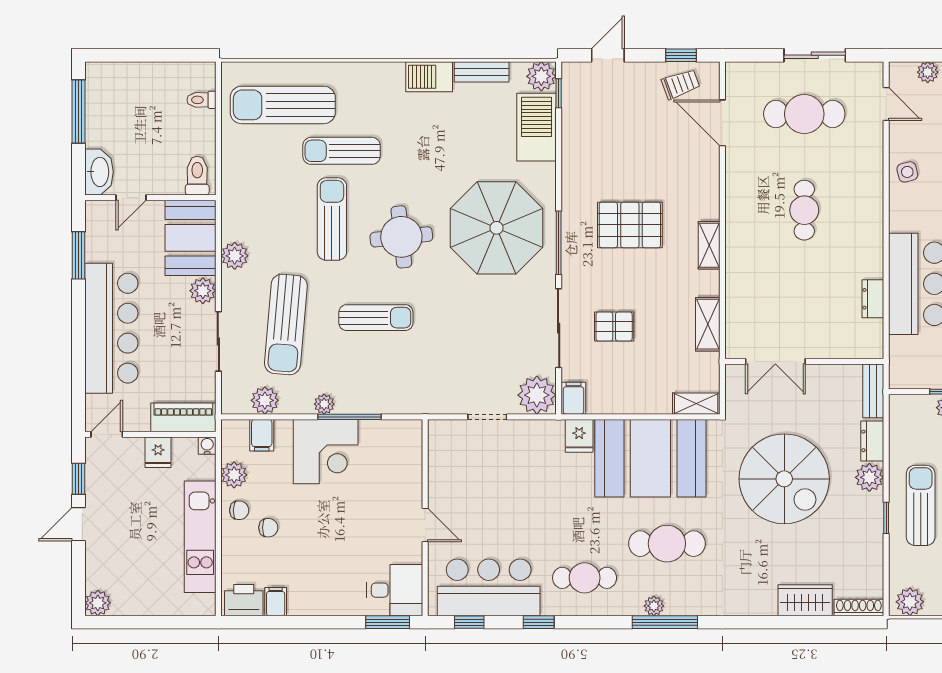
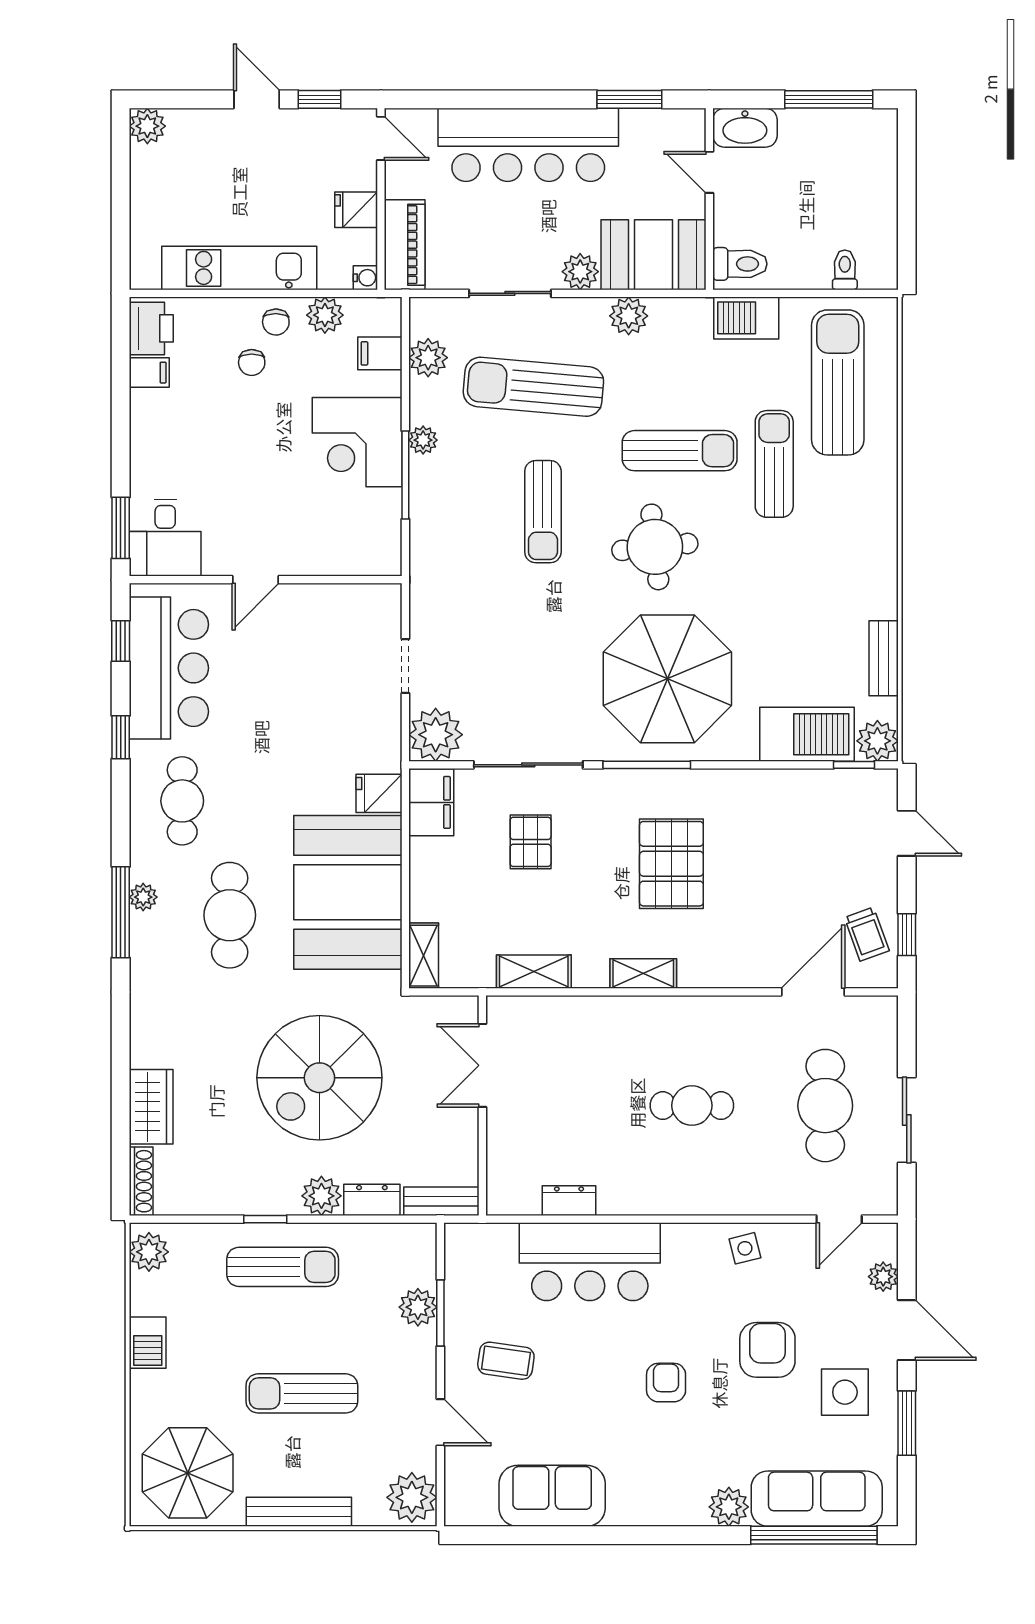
barbecue: (429, 77) -> (746, 318), moved, turned -90
filing cabinet: (574, 398) -> (431, 802), width x2.00

